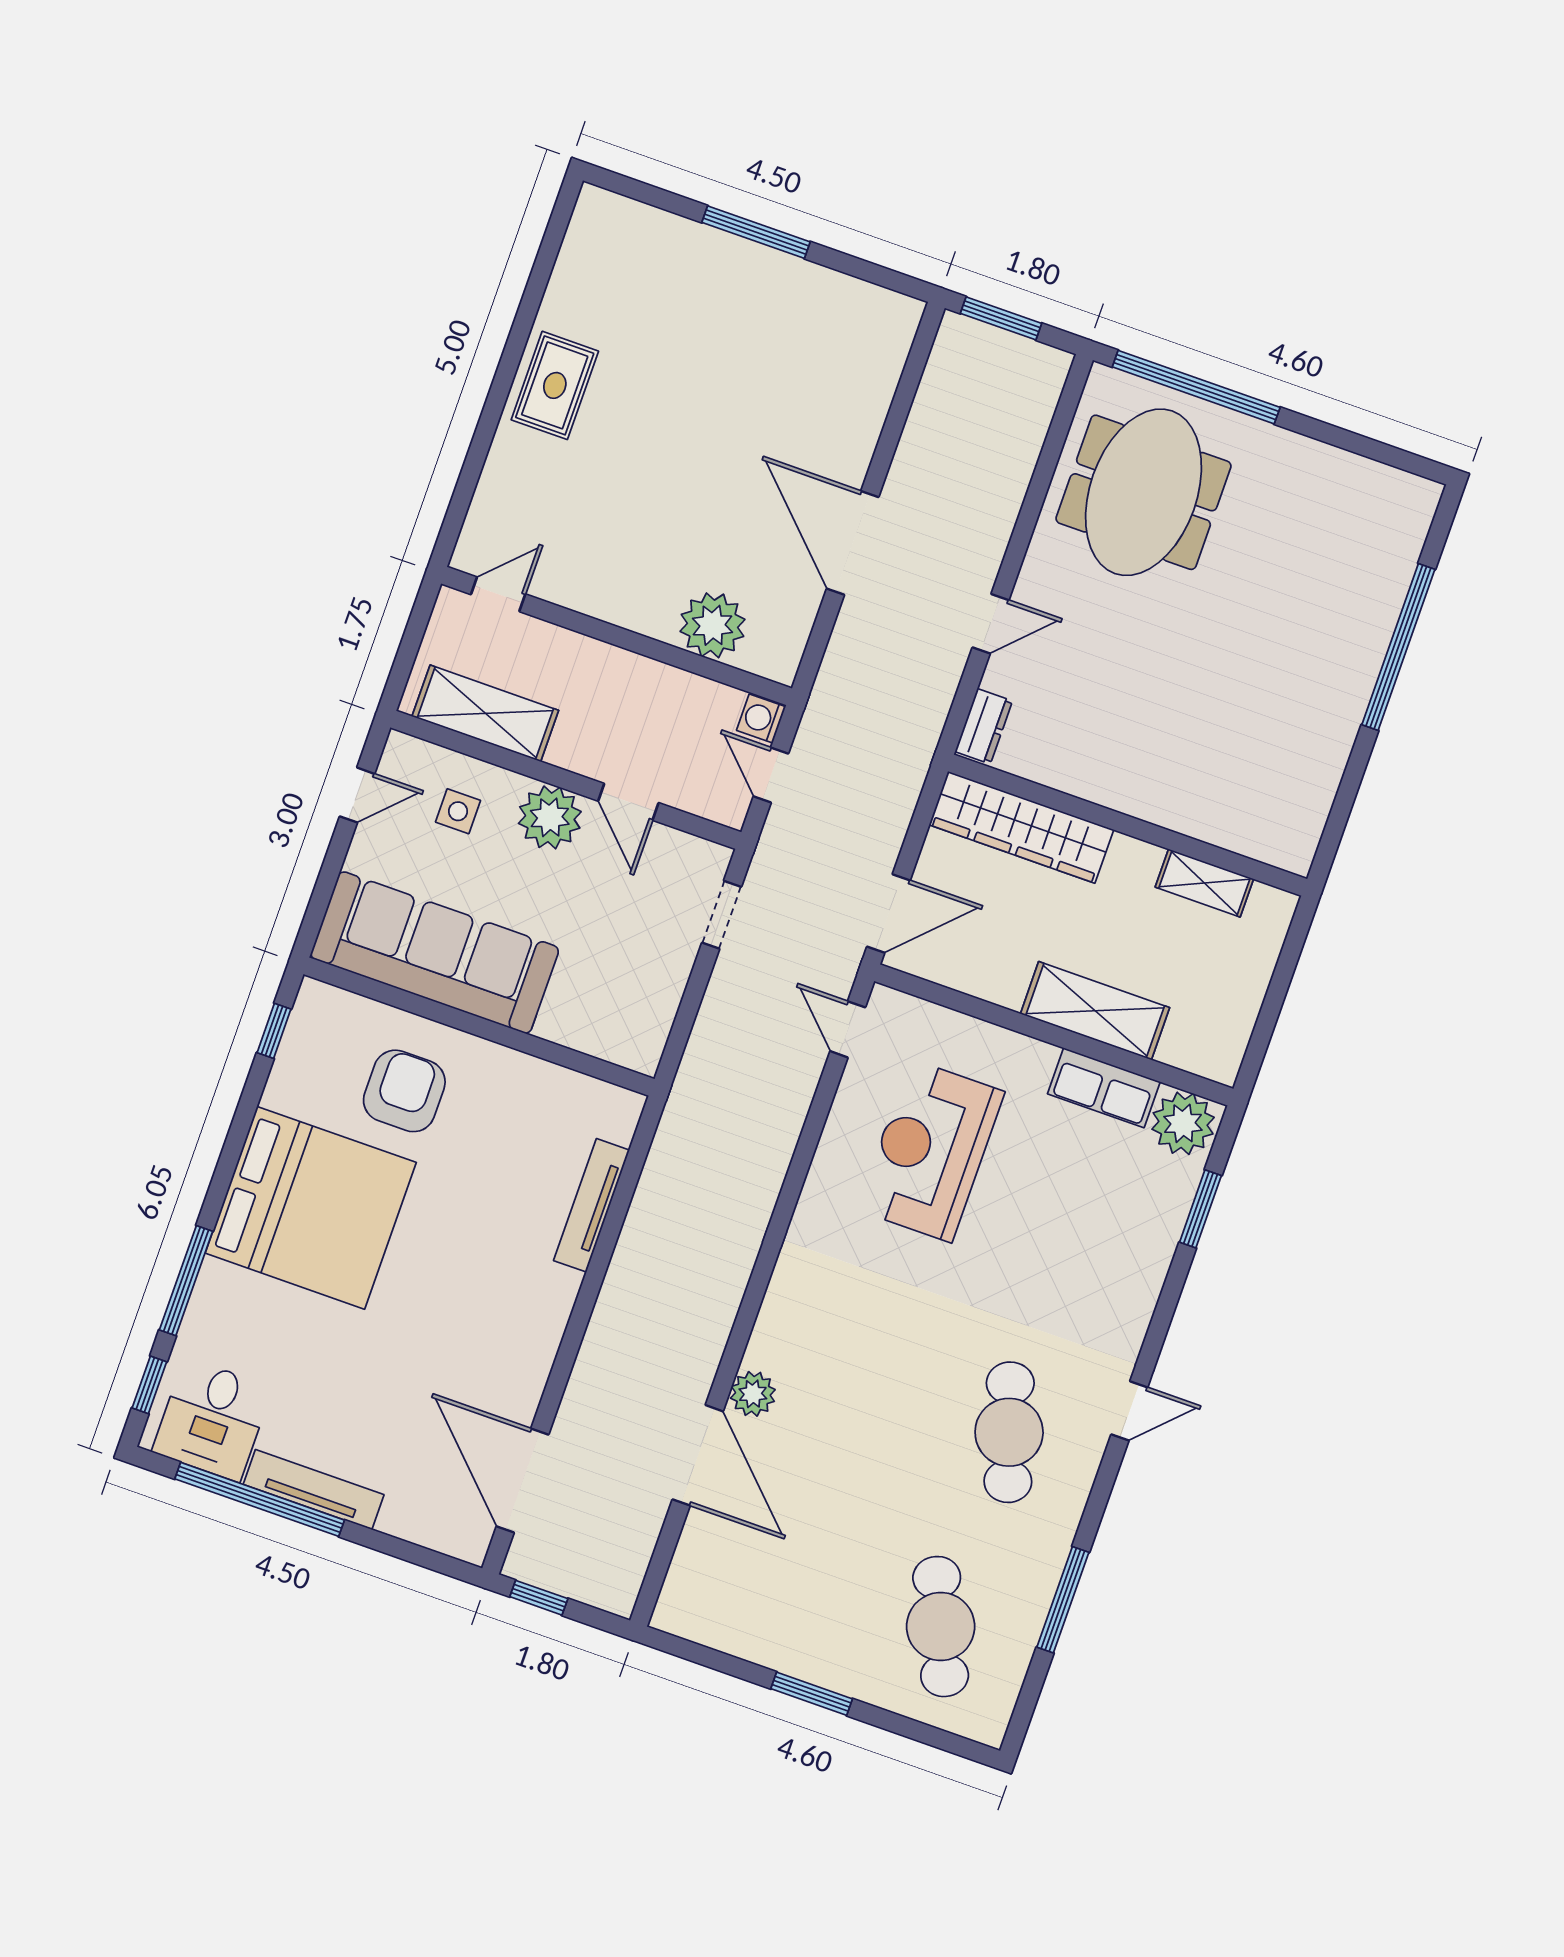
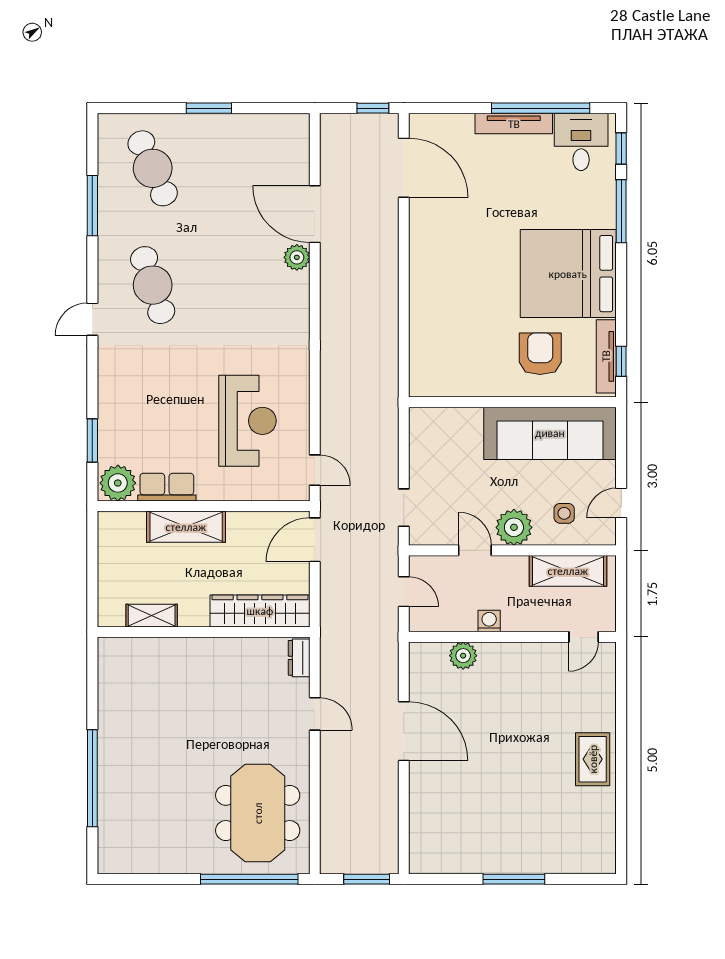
door: (991, 624) -> (315, 714), swing flipped
plant: (713, 625) -> (463, 656), width x0.73, depth x0.73
washing machine: (761, 718) -> (489, 621), moved, turned -90
armchair: (404, 1091) -> (540, 354), turned 180
tv unit: (592, 1205) -> (606, 356), moved, turned 180

